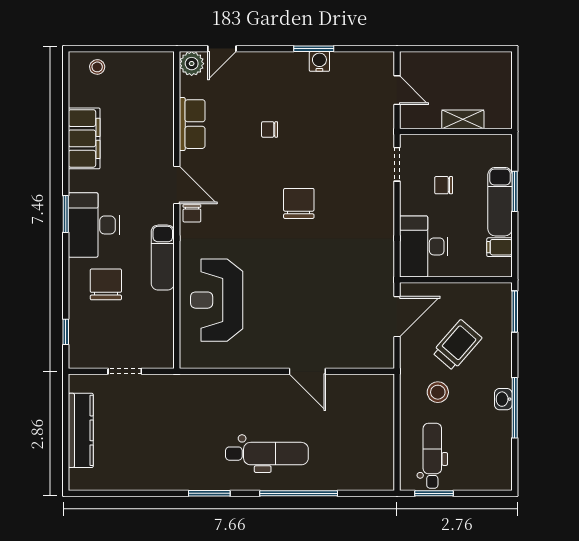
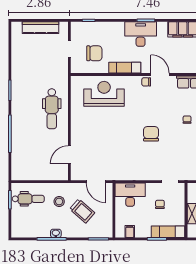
door: (177, 185) -> (160, 74), swing flipped
exam couch: (500, 202) -> (168, 232), moved
chair: (299, 203) -> (151, 134), turned -90
chair: (106, 284) -> (94, 53), moved
door: (307, 371) -> (69, 155), moved
dental chair: (267, 454) -> (52, 109), moved

